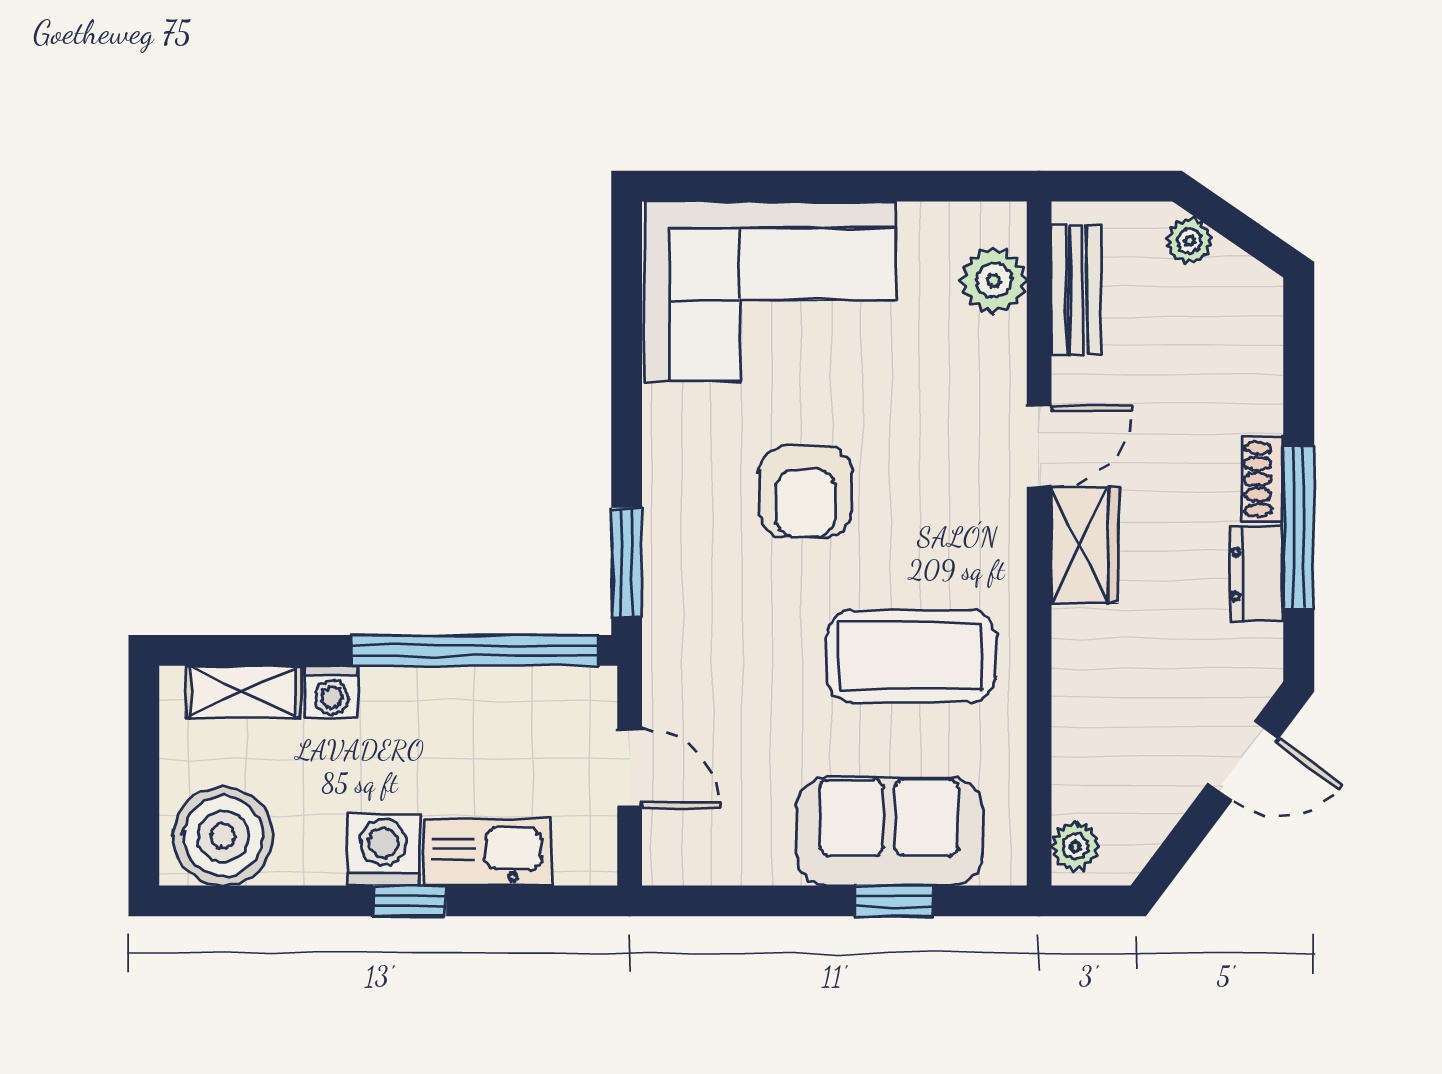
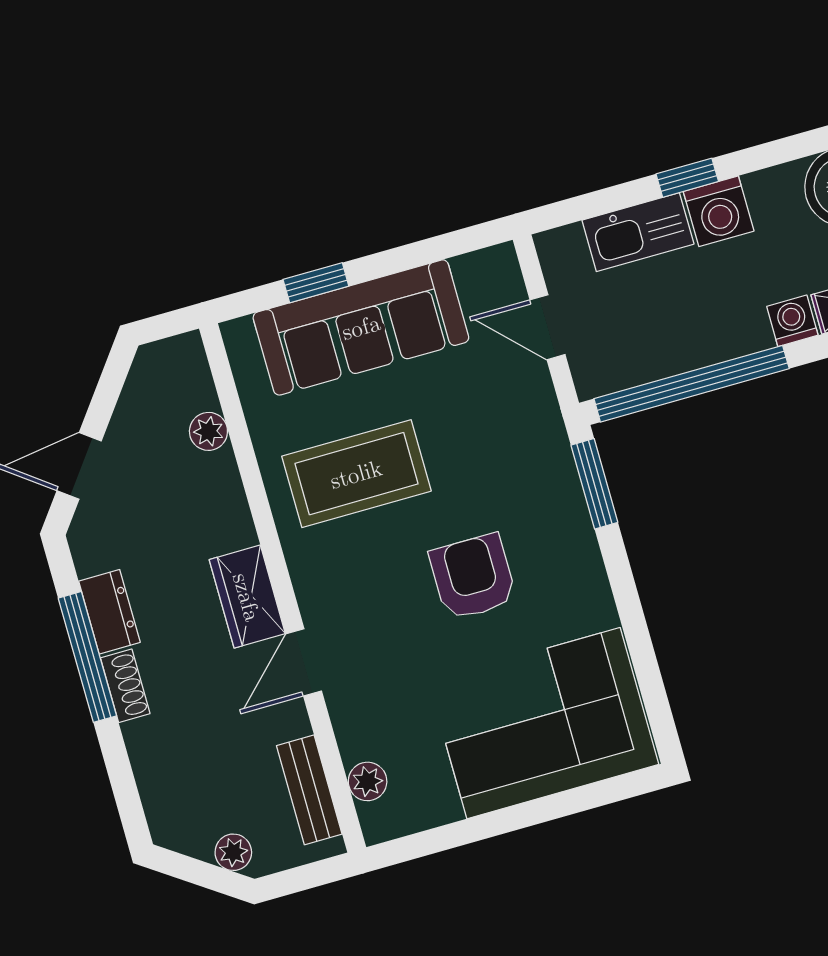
plant: (994, 280) -> (368, 781), width x0.73, depth x0.73
sofa: (889, 832) -> (361, 327), width x1.36
plant: (1075, 846) -> (208, 431), moved

